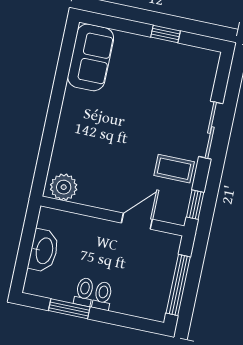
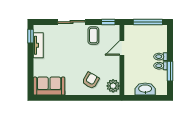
window: (165, 34) -> (31, 36), moved
tv unit: (178, 53) -> (38, 45), added
armchair: (84, 144) -> (91, 80), added
door: (137, 221) -> (122, 48), hinge flipped

